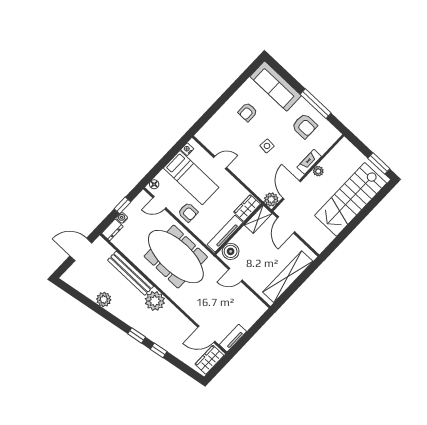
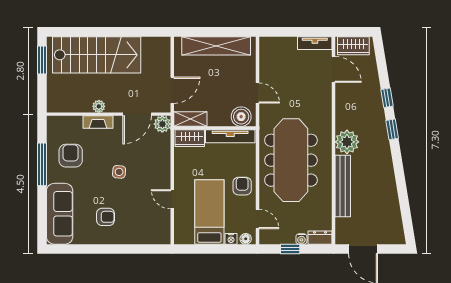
nightstand: (187, 149) -> (231, 239), moved
plant: (104, 299) -> (388, 188), removed

